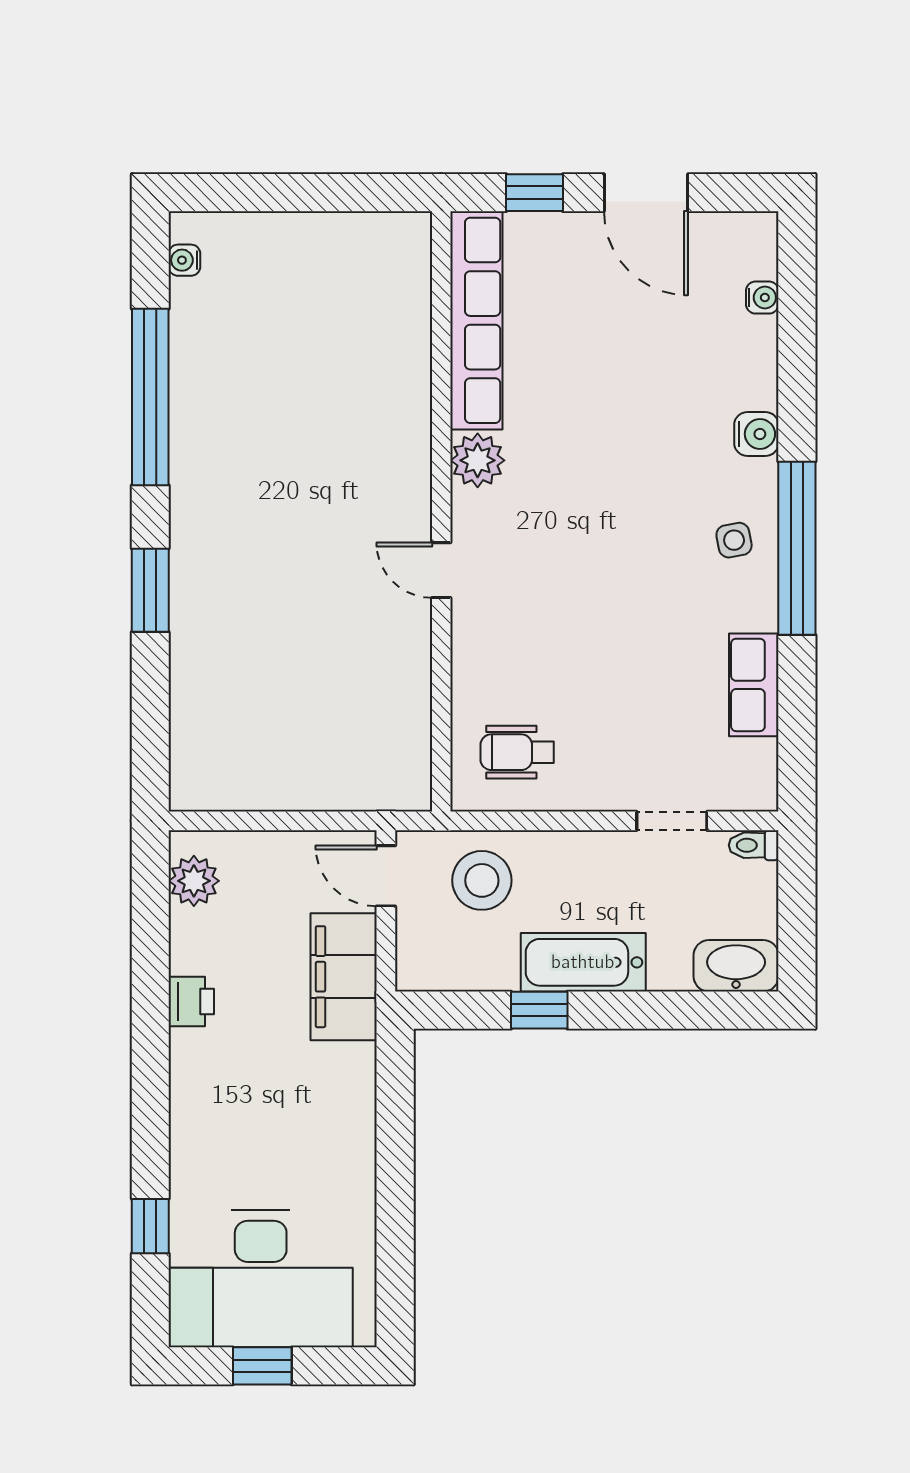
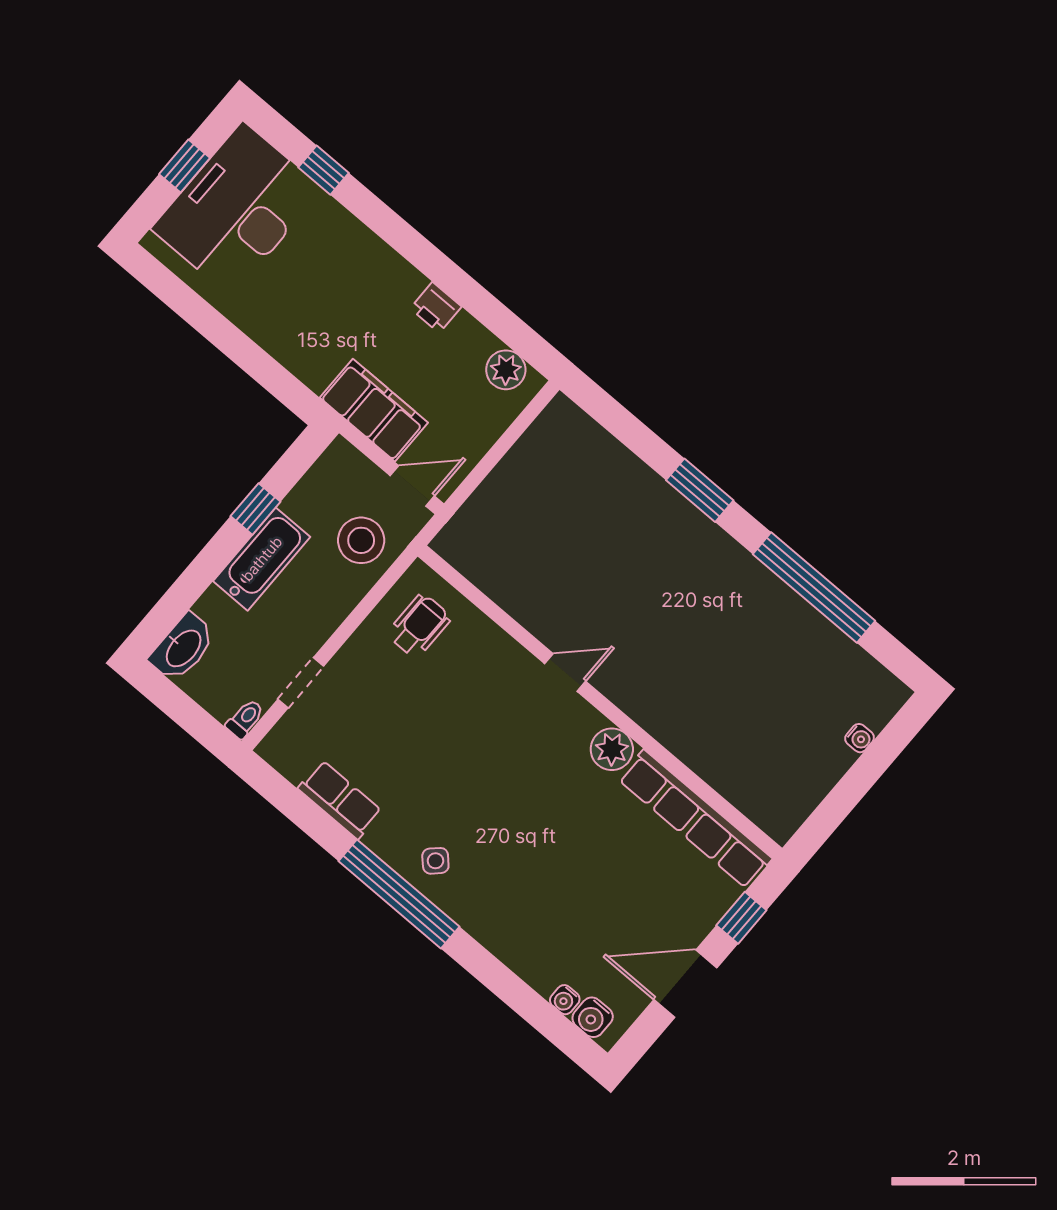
water cooler: (184, 260) -> (859, 738), moved, turned 90
water cooler: (756, 434) -> (593, 1017), moved
side table: (734, 540) -> (435, 861), turned -33

